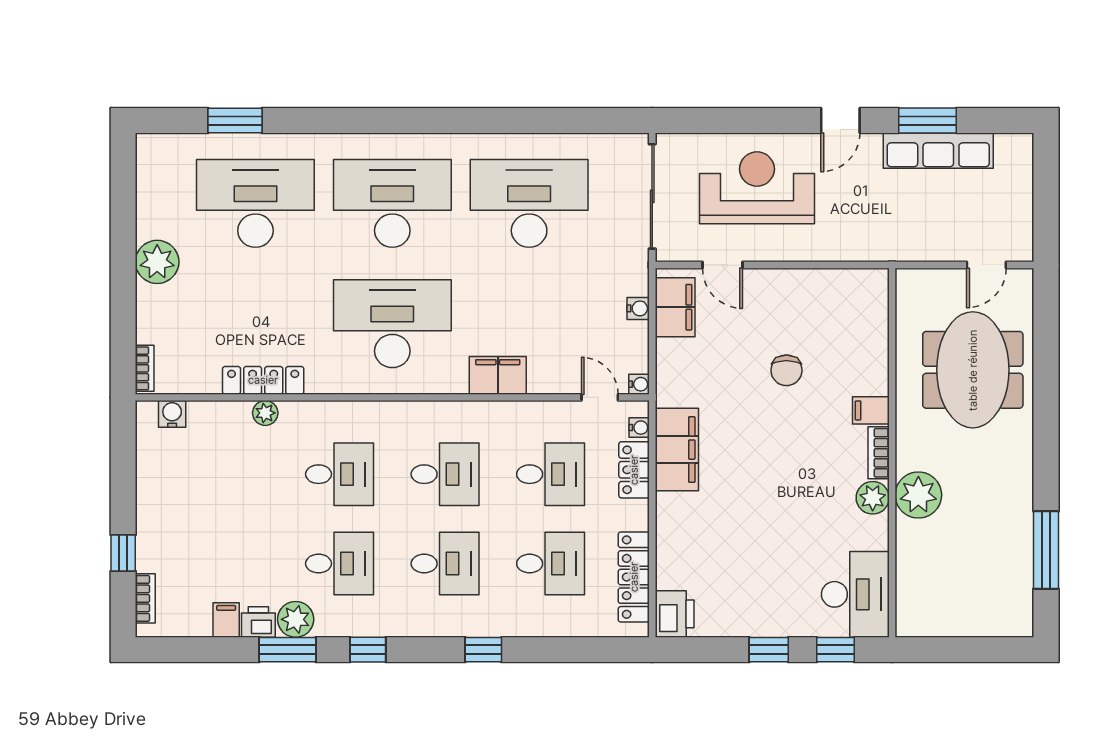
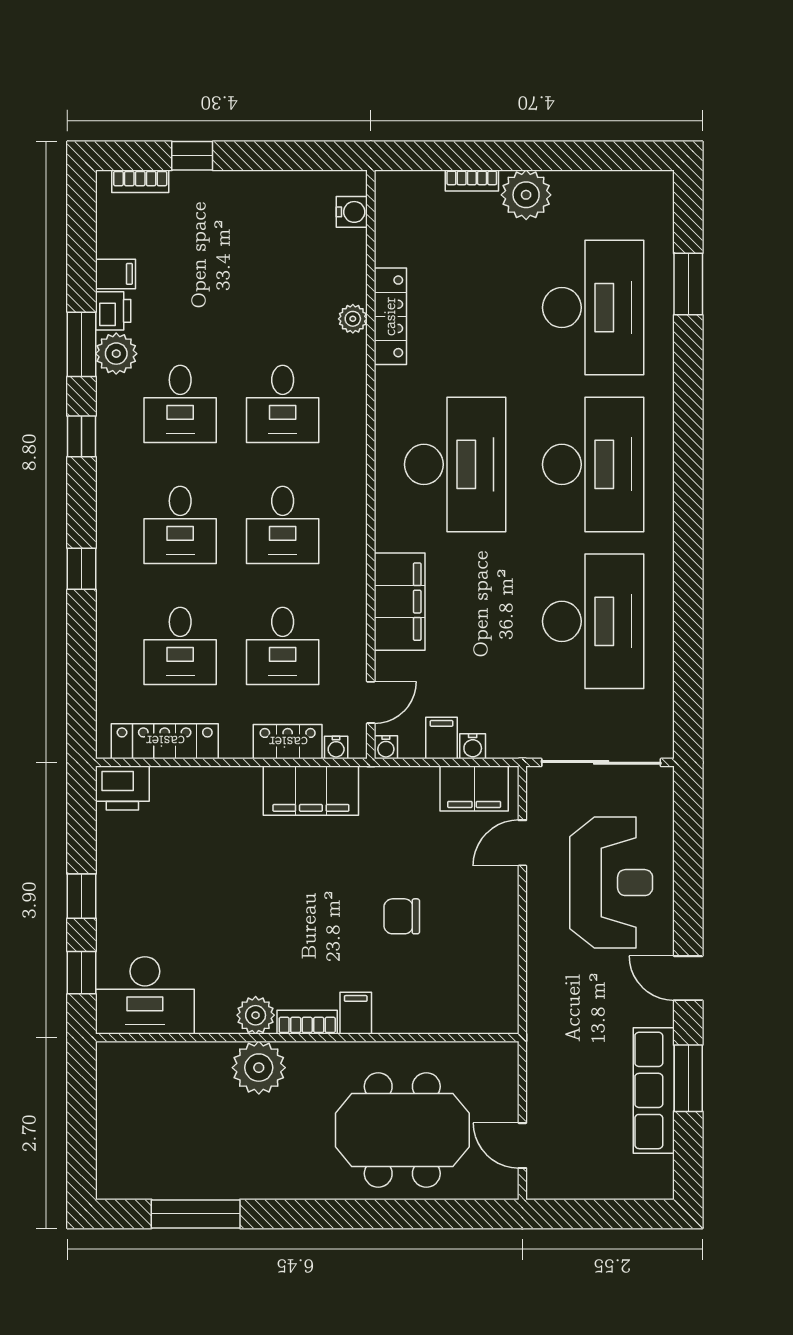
filing cabinet: (631, 336) -> (441, 738), added
bookcase: (145, 368) -> (472, 181), moved
filing cabinet: (498, 375) -> (400, 602), width x1.50, depth x1.17

